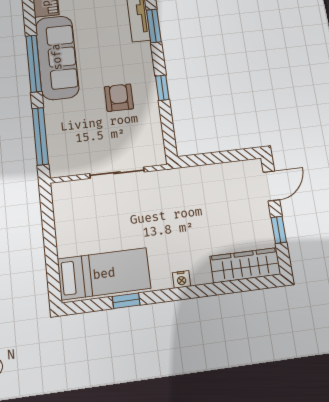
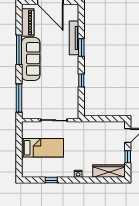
window: (34, 63) -> (19, 50), moved
armchair: (119, 98) -> (59, 83), removed
bed: (104, 274) -> (42, 148), moved

